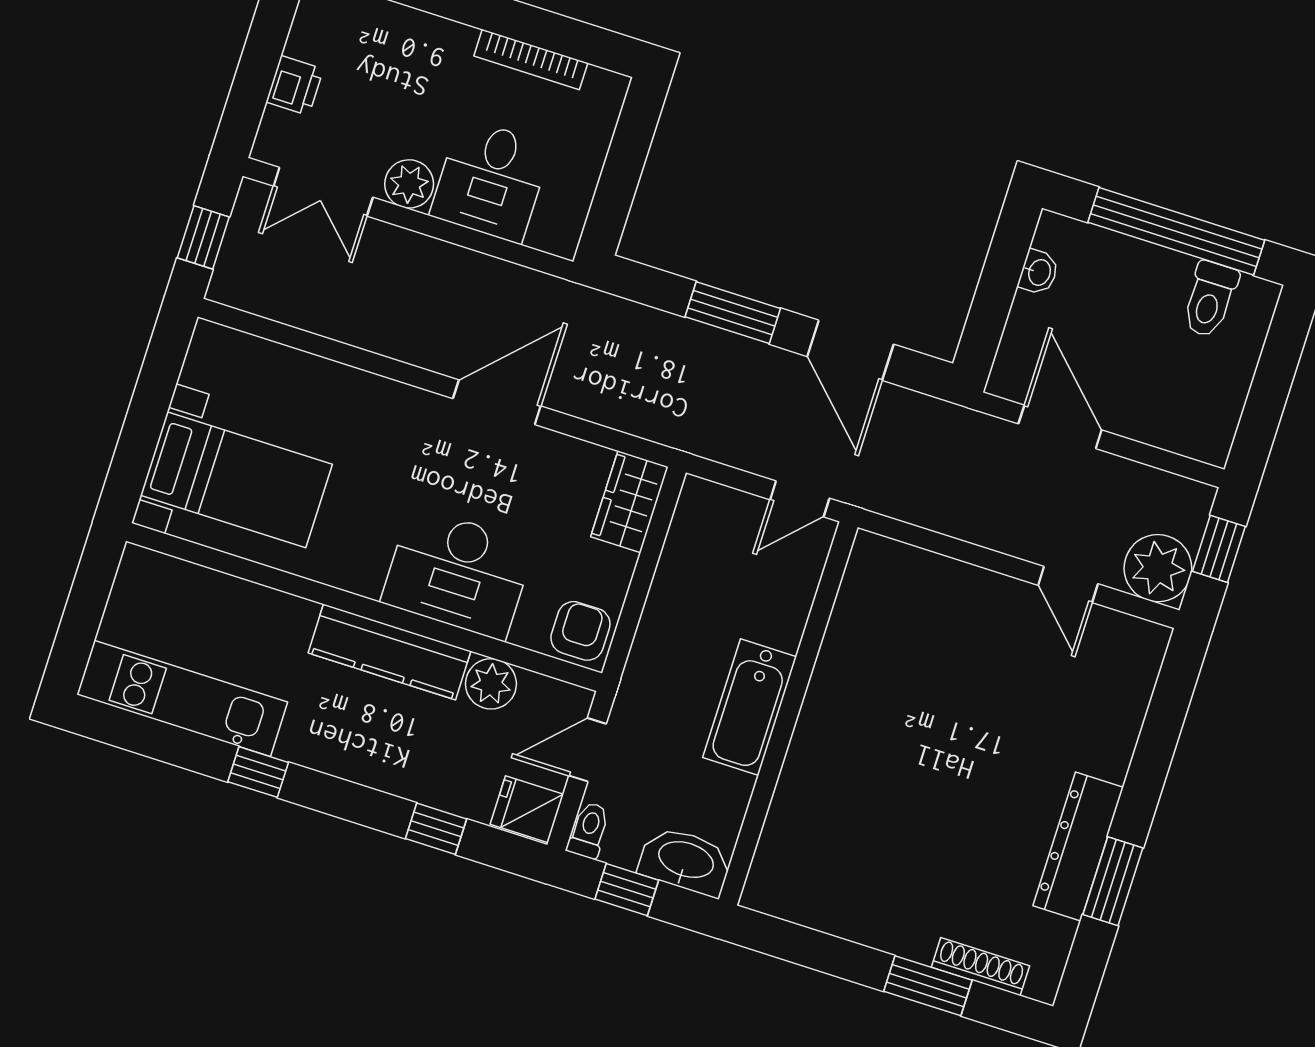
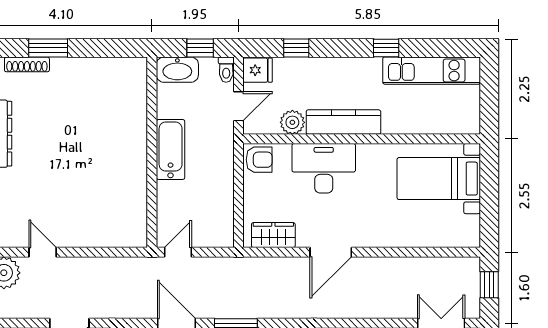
wardrobe: (629, 502) -> (273, 235), moved, turned -90
armchair: (580, 631) -> (259, 160), turned -90

